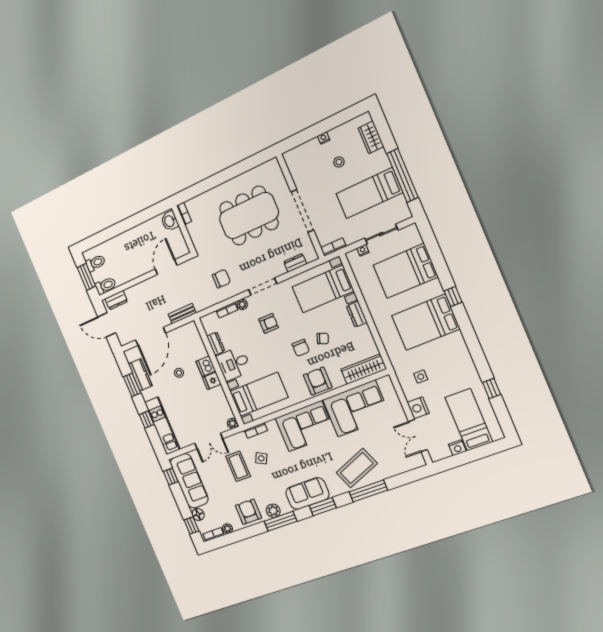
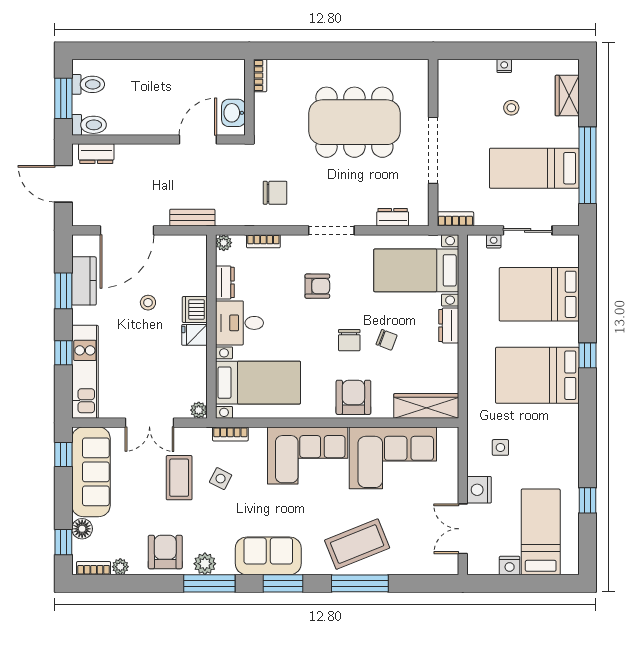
washbasin: (170, 221) -> (233, 113), moved
plant: (242, 304) -> (224, 243), moved

